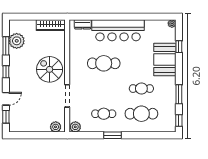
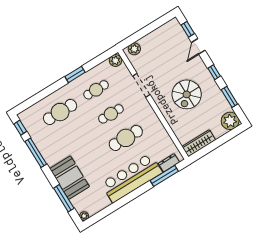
window: (92, 17) -> (164, 176), added
plant: (17, 41) -> (230, 121), moved
window: (179, 47) -> (64, 198), width x2.17
spiral stairs: (50, 69) -> (187, 94), moved, turned 90
cafe table: (141, 89) -> (111, 114), moved
window: (179, 94) -> (36, 153), width x1.44

